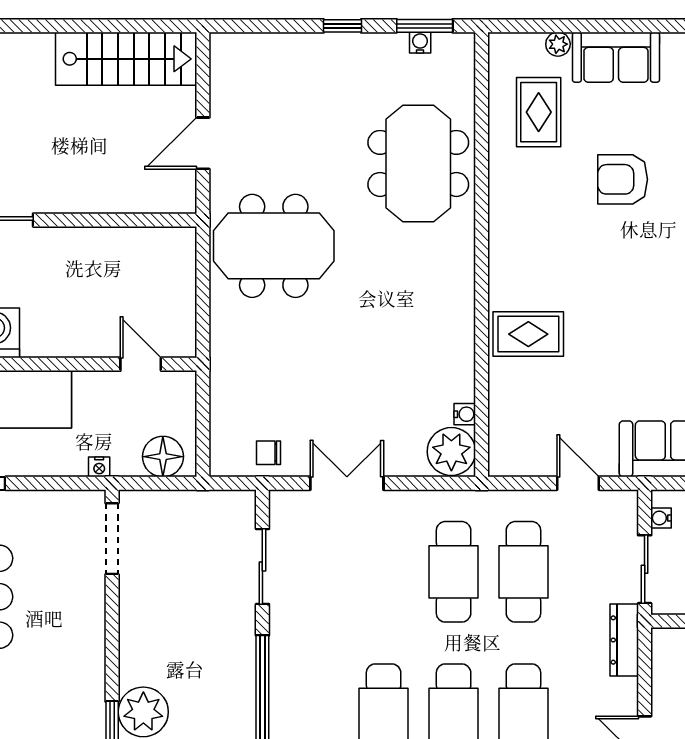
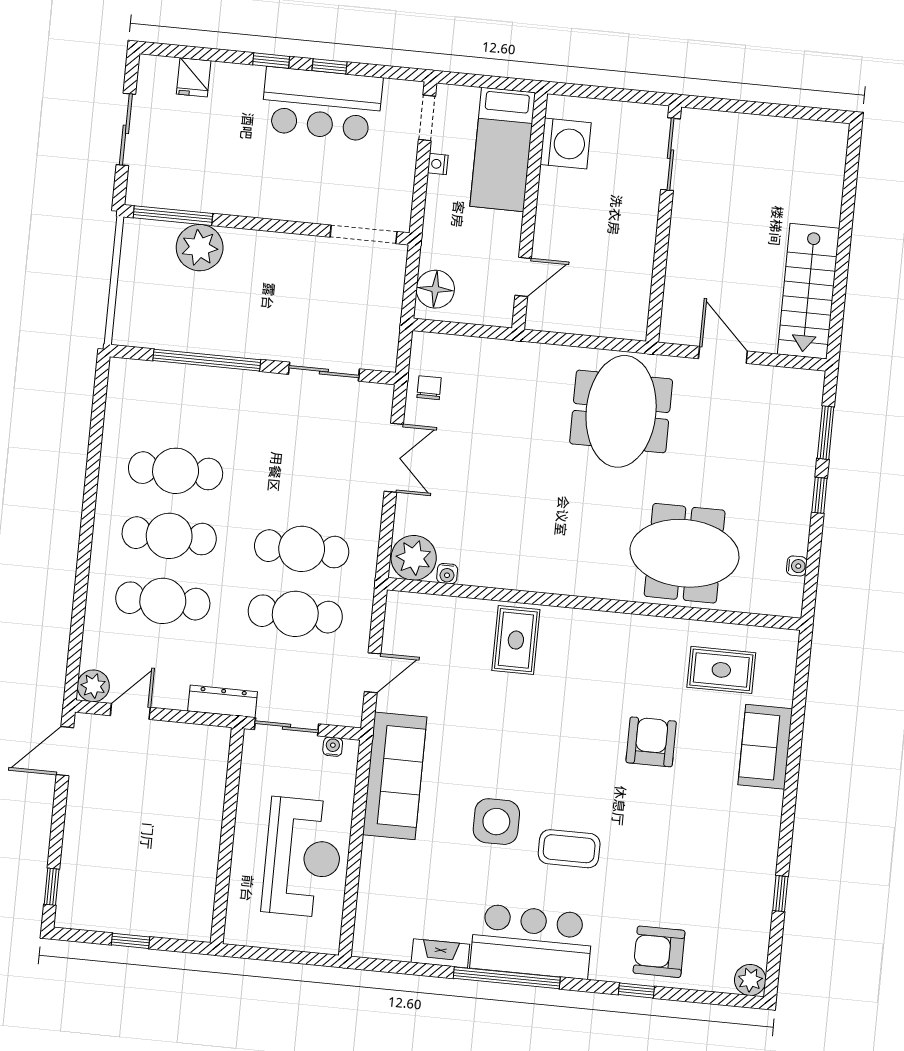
window: (425, 26) -> (826, 433), moved
plant: (558, 44) -> (783, 694), removed
nightstand: (99, 467) -> (438, 164), moved

